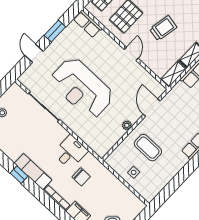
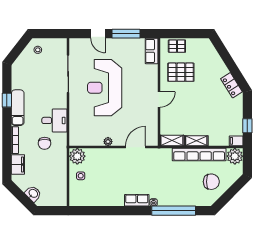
trolley: (163, 28) -> (196, 105), removed
window: (55, 31) -> (126, 34), width x1.44
door: (34, 53) -> (98, 34), swing flipped
coffee table: (148, 148) -> (106, 170), removed
plant: (116, 161) -> (77, 156), added

